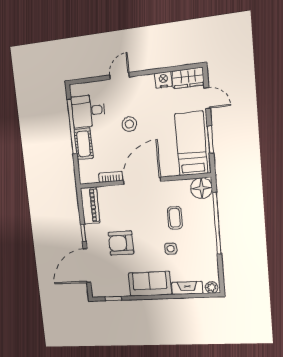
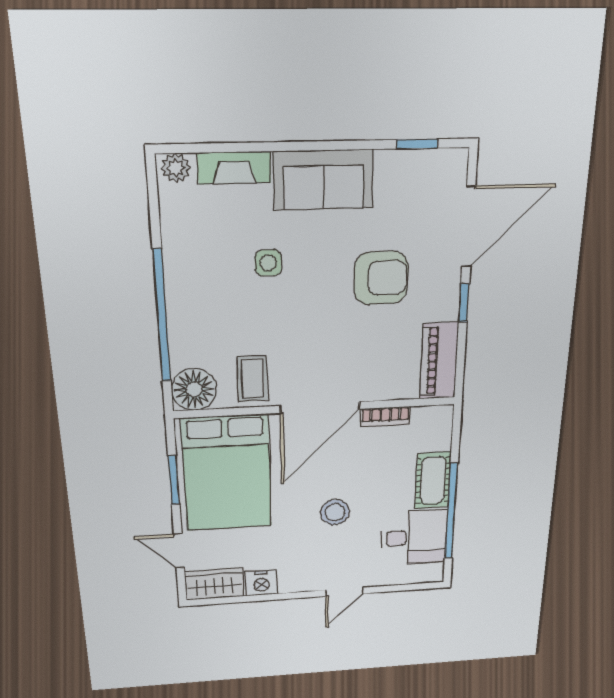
bed: (191, 144) -> (227, 473), width x1.50
coffee table: (175, 218) -> (253, 379), moved

